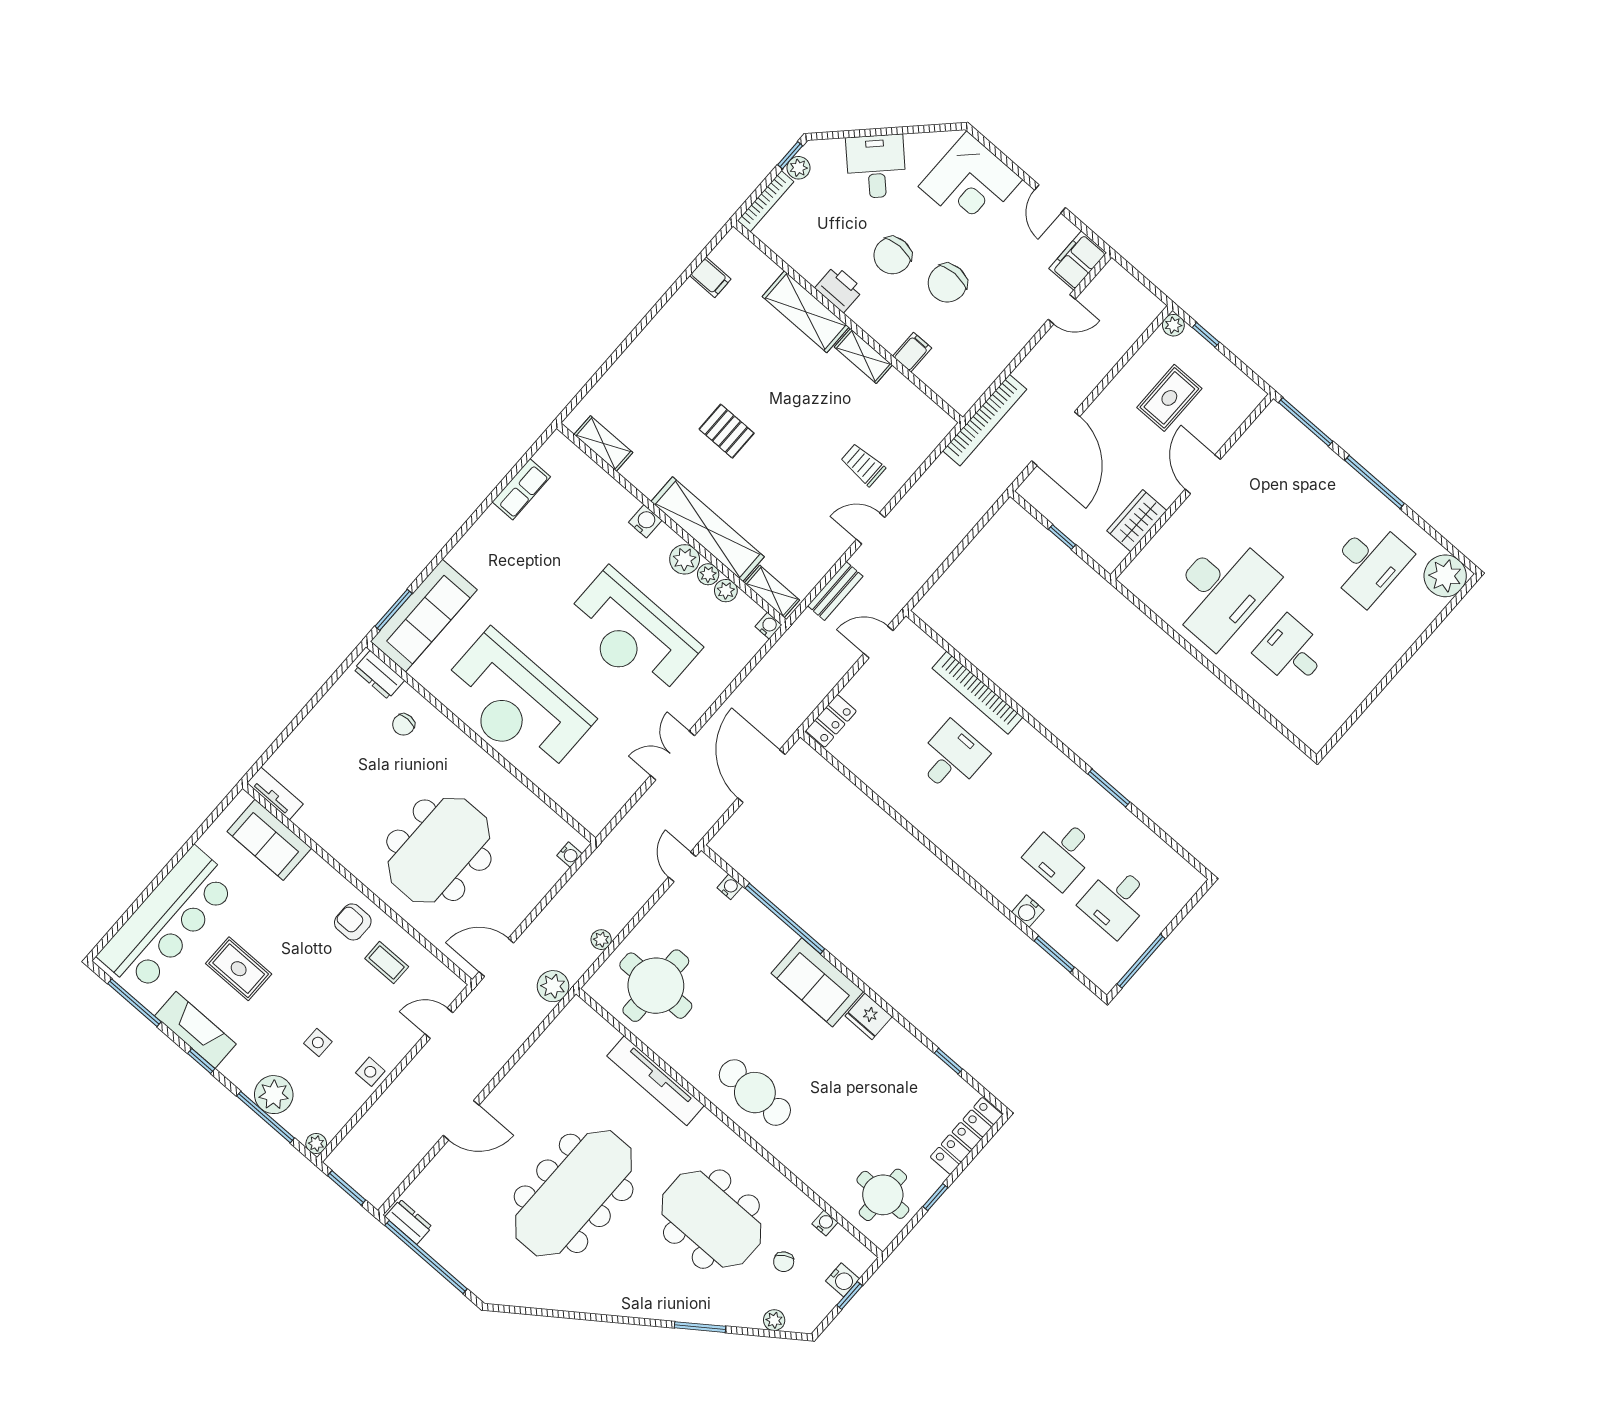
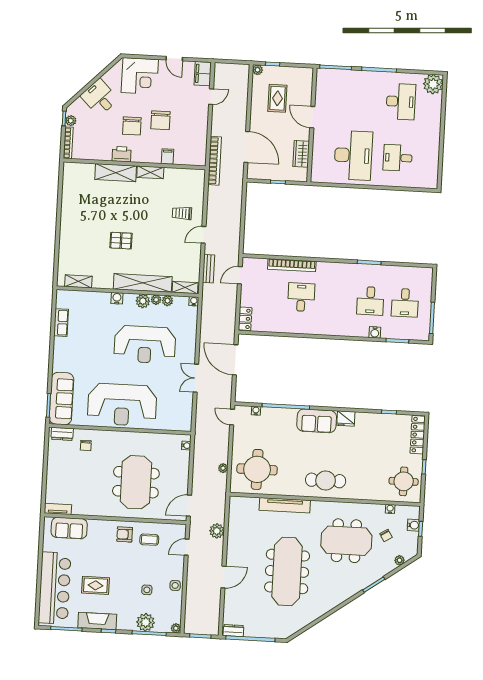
filing cabinet: (710, 277) -> (70, 188), removed
plant: (553, 986) -> (217, 531), moved

